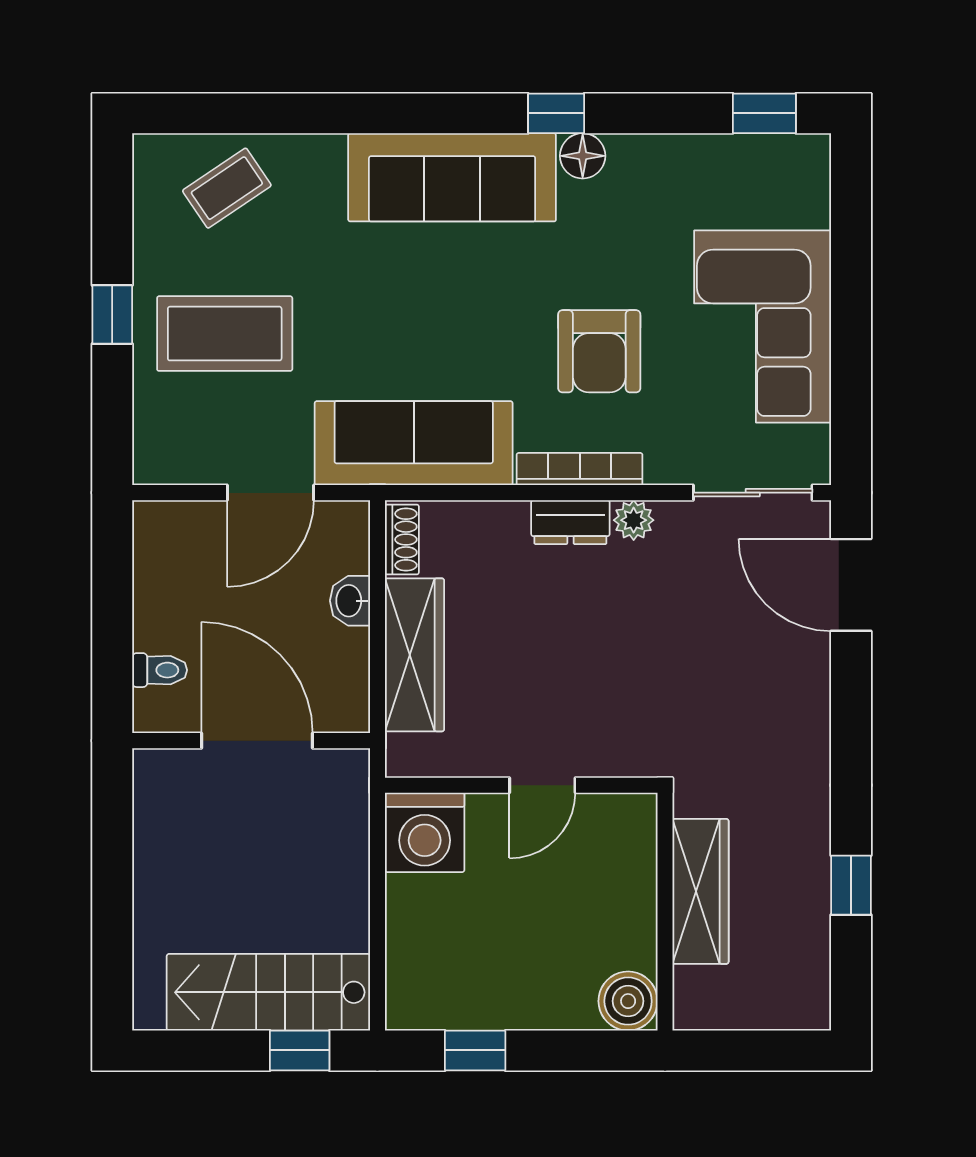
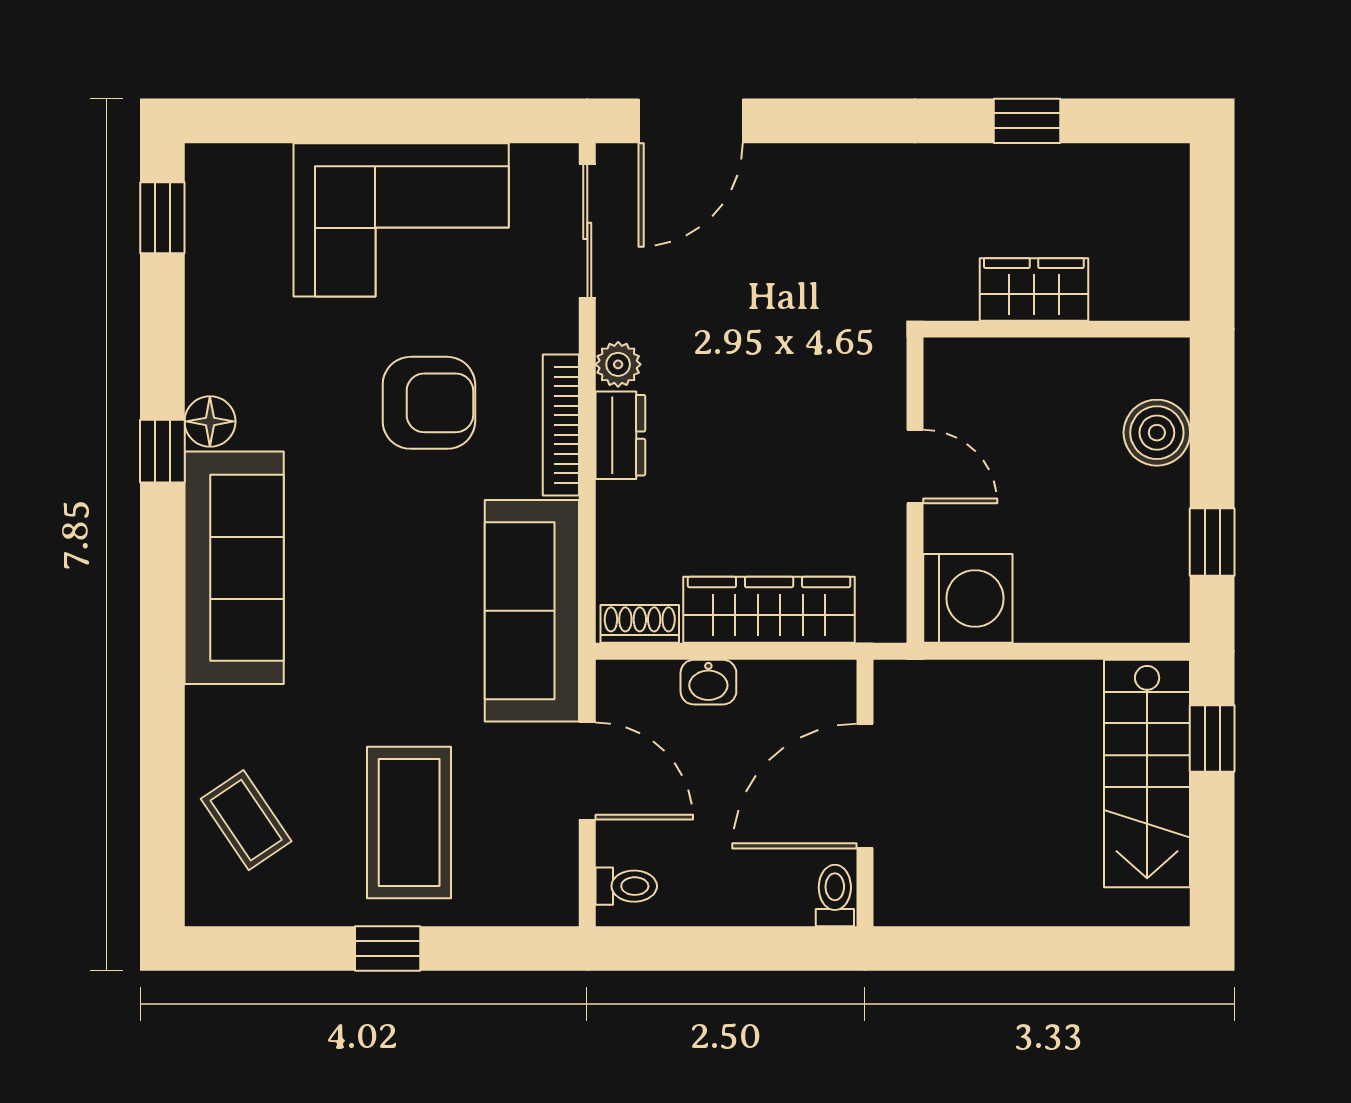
toilet: (168, 527) -> (626, 886), added
toilet: (160, 670) -> (835, 895), moved
wardrobe: (700, 891) -> (1034, 289), width x0.67
boiler: (628, 1001) -> (1157, 433), moved

